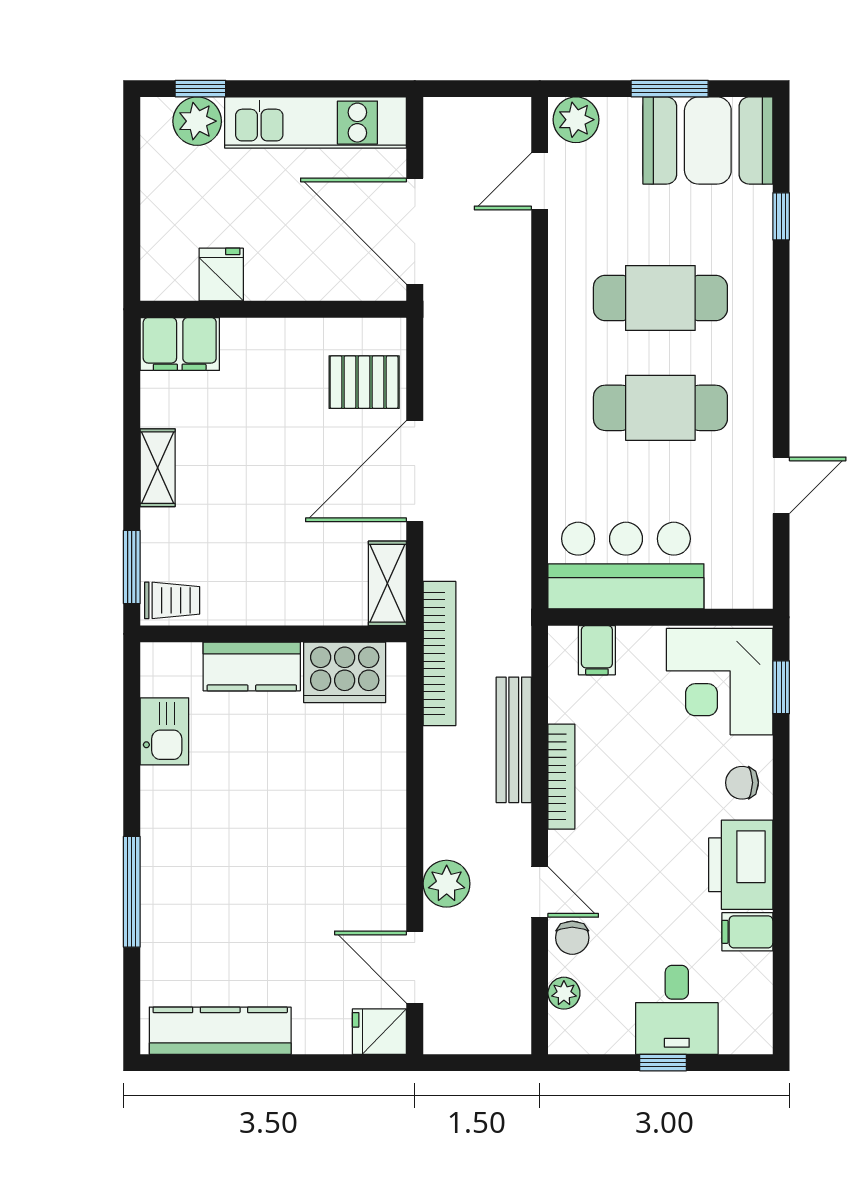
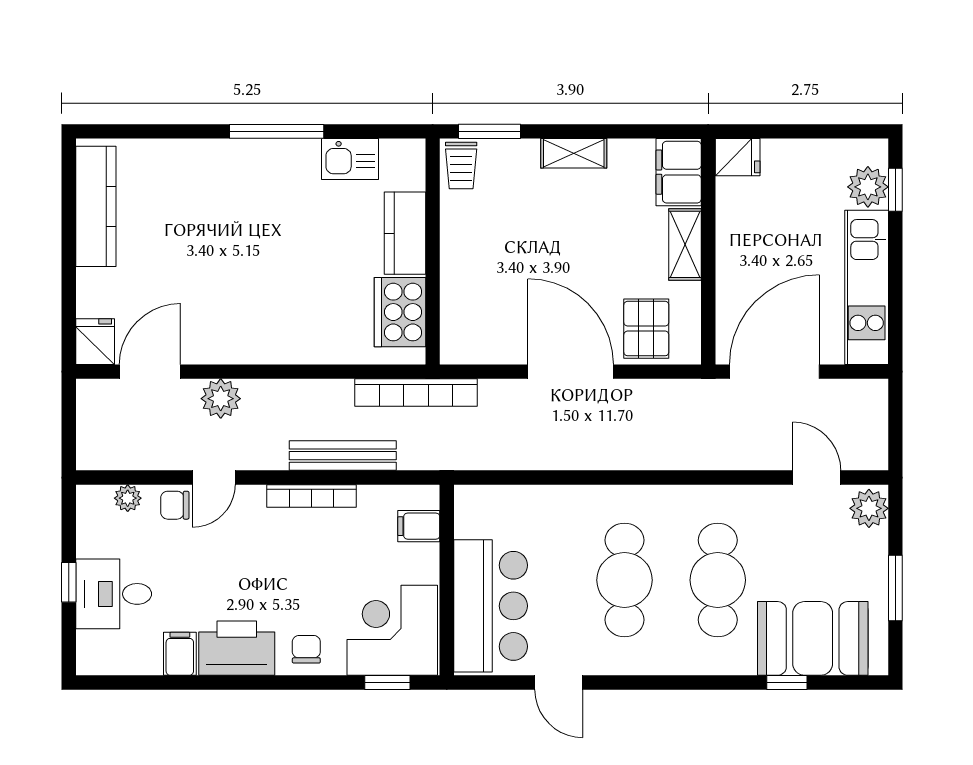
booth: (708, 140) -> (813, 638), moved, turned 90
fridge: (221, 275) -> (738, 157), moved
bar counter: (626, 566) -> (491, 606), moved
shelving: (387, 583) -> (685, 244), moved, turned 90
window: (132, 892) -> (277, 131), moved

